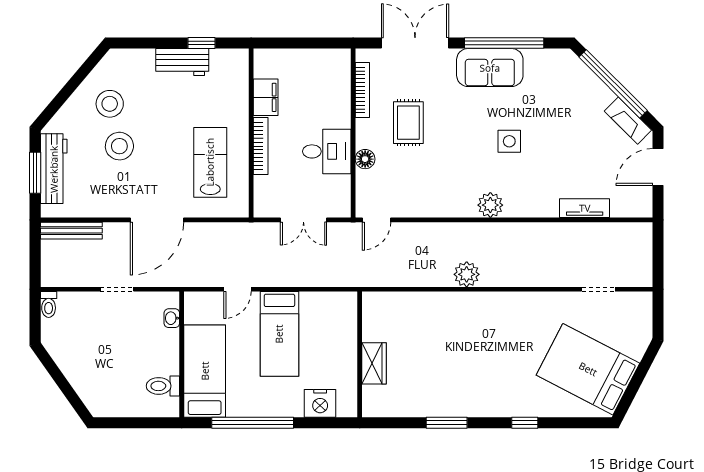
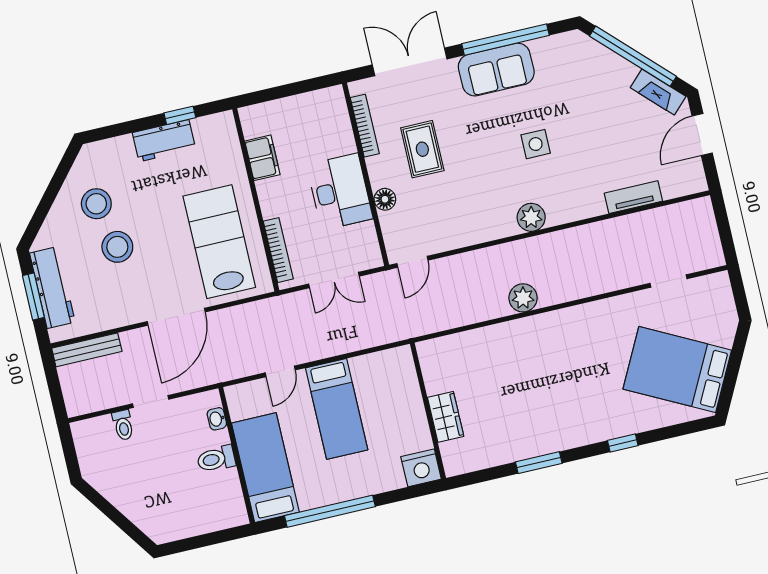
bookcase: (261, 146) -> (278, 250), moved
desk: (327, 151) -> (340, 192), width x1.37
lab bench: (210, 162) -> (219, 242), width x1.36, depth x1.39
toilet: (49, 304) -> (123, 425), moved
toilet: (163, 386) -> (216, 459), moved
nightstand: (320, 403) -> (421, 468), moved

